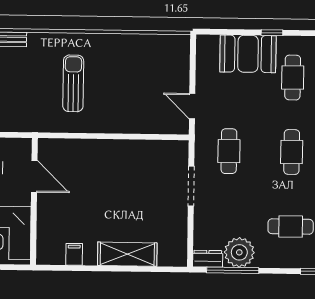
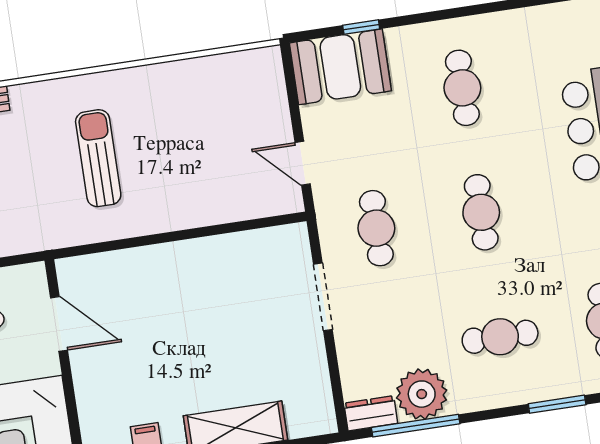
window: (272, 33) -> (361, 27), moved
booth: (248, 54) -> (340, 67), moved

